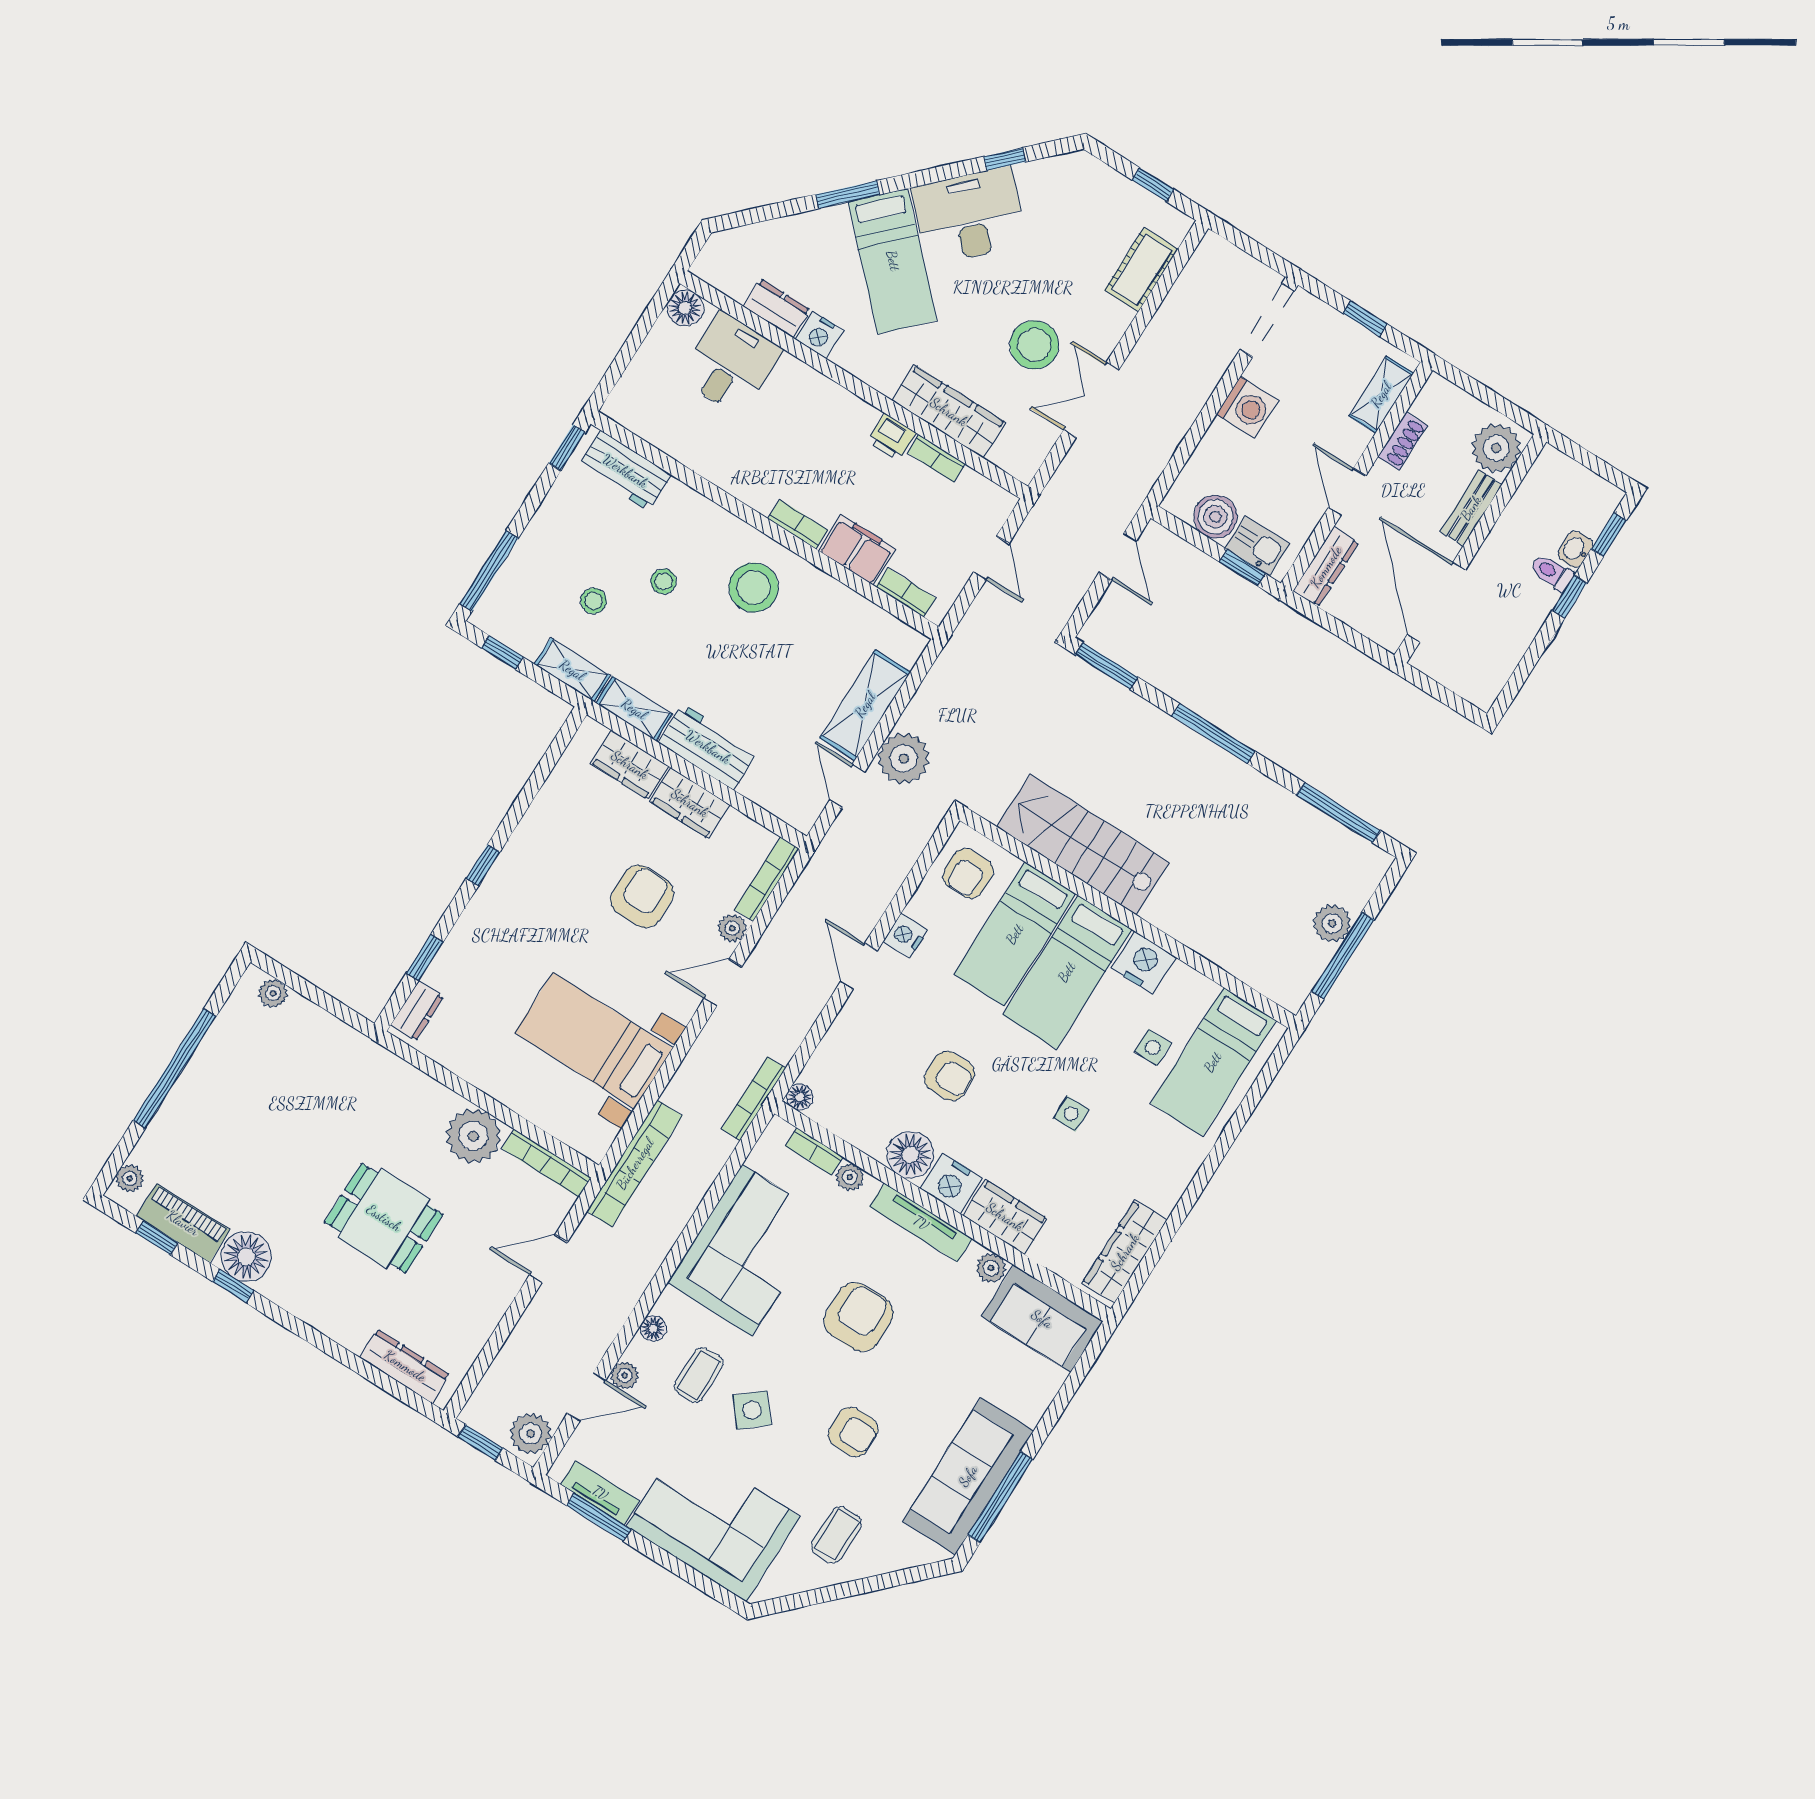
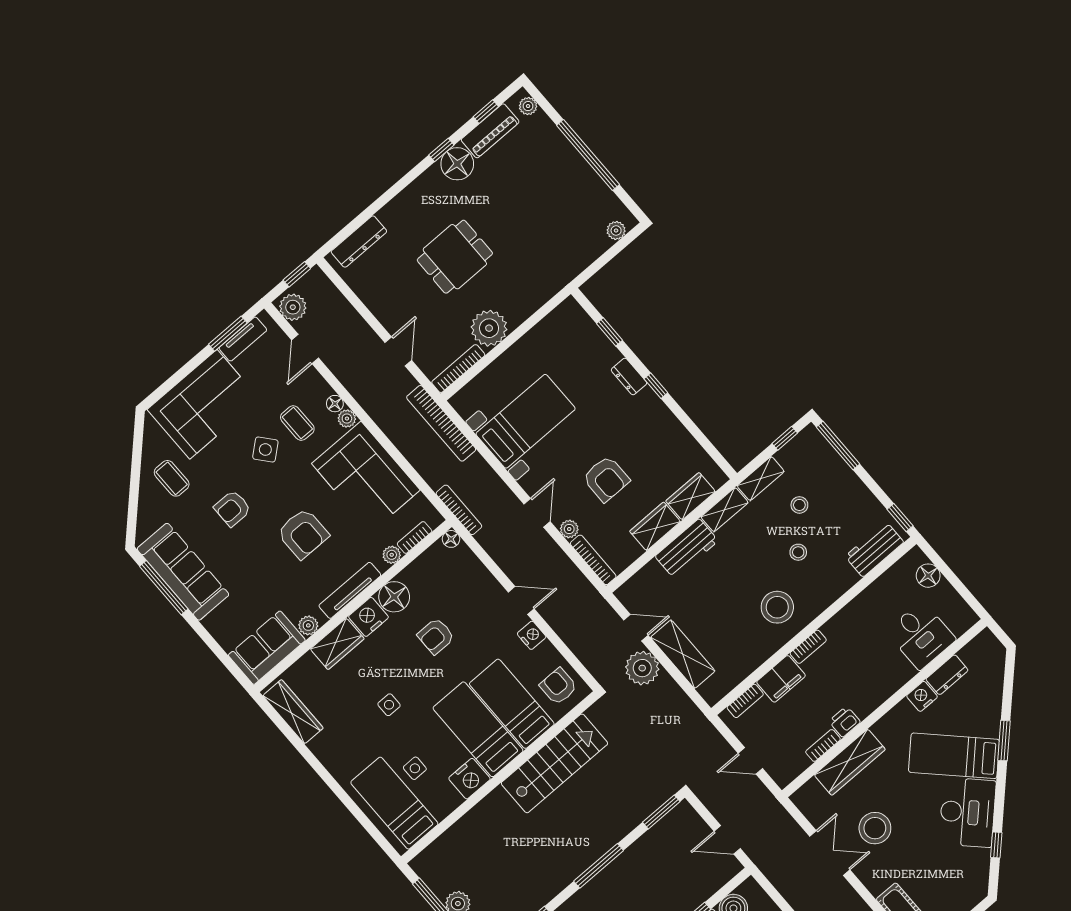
floor lamp: (685, 308) -> (928, 576), moved
dresser: (417, 1011) -> (629, 376), moved
plant: (625, 1375) -> (347, 419), moved

